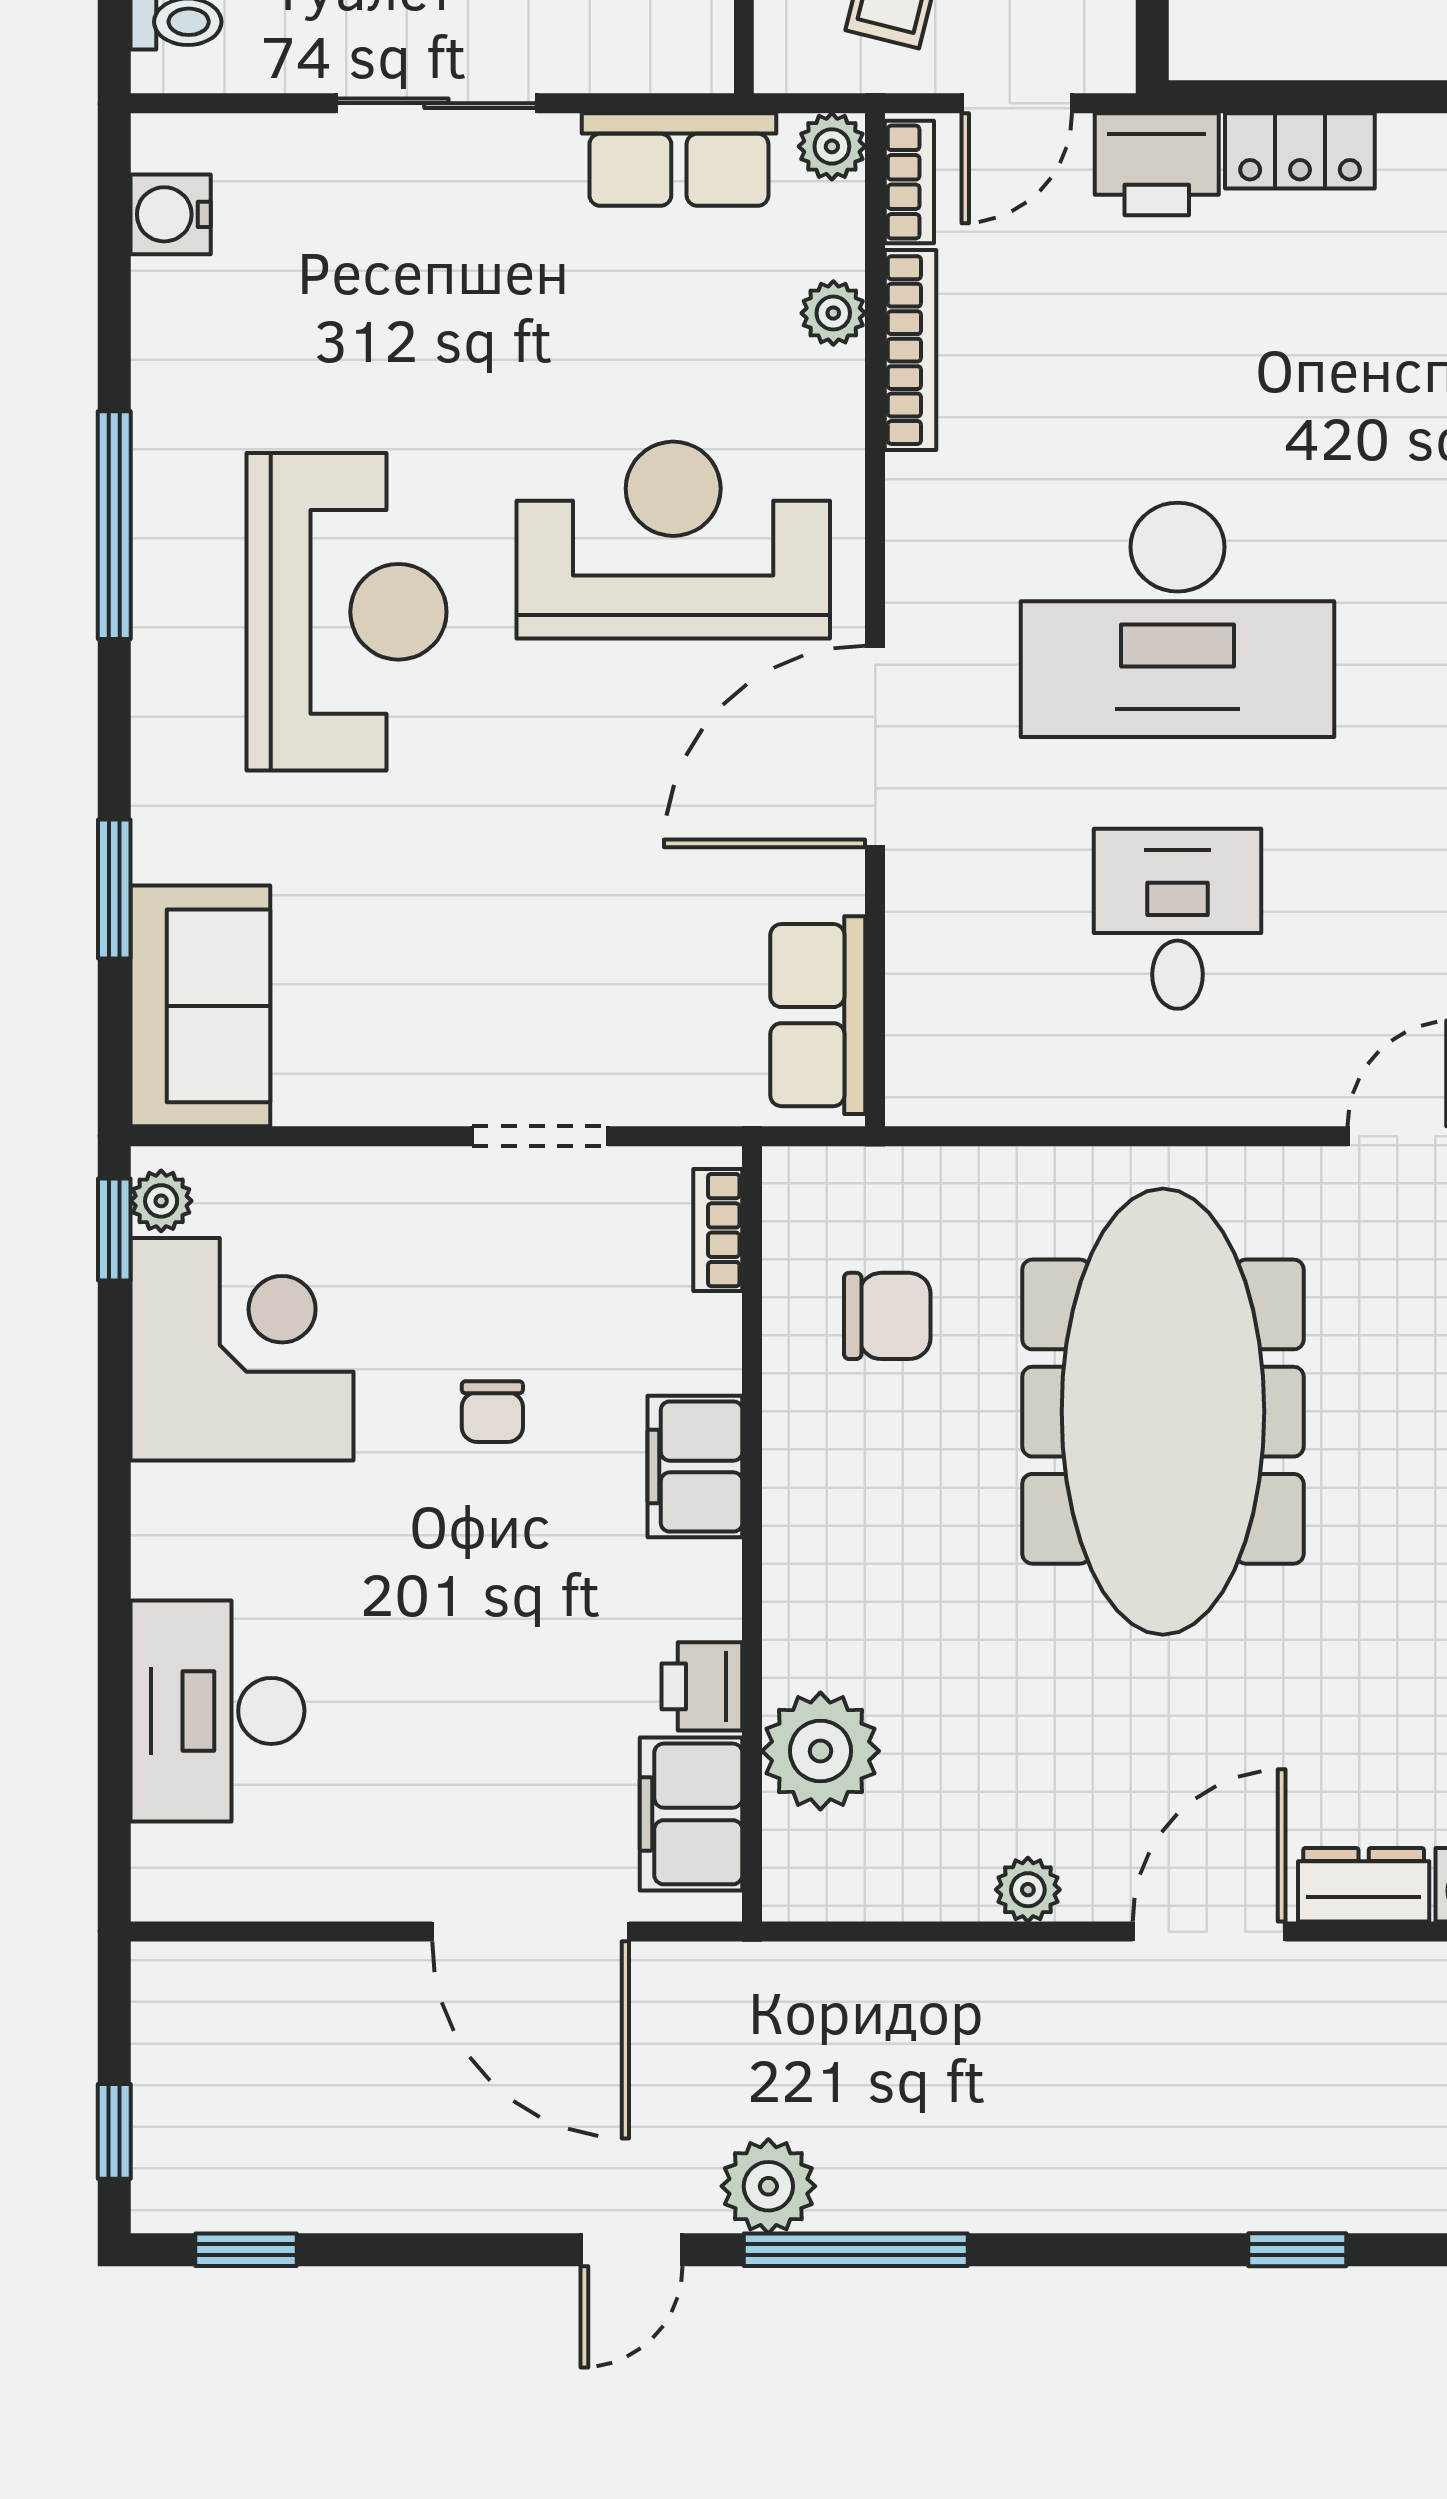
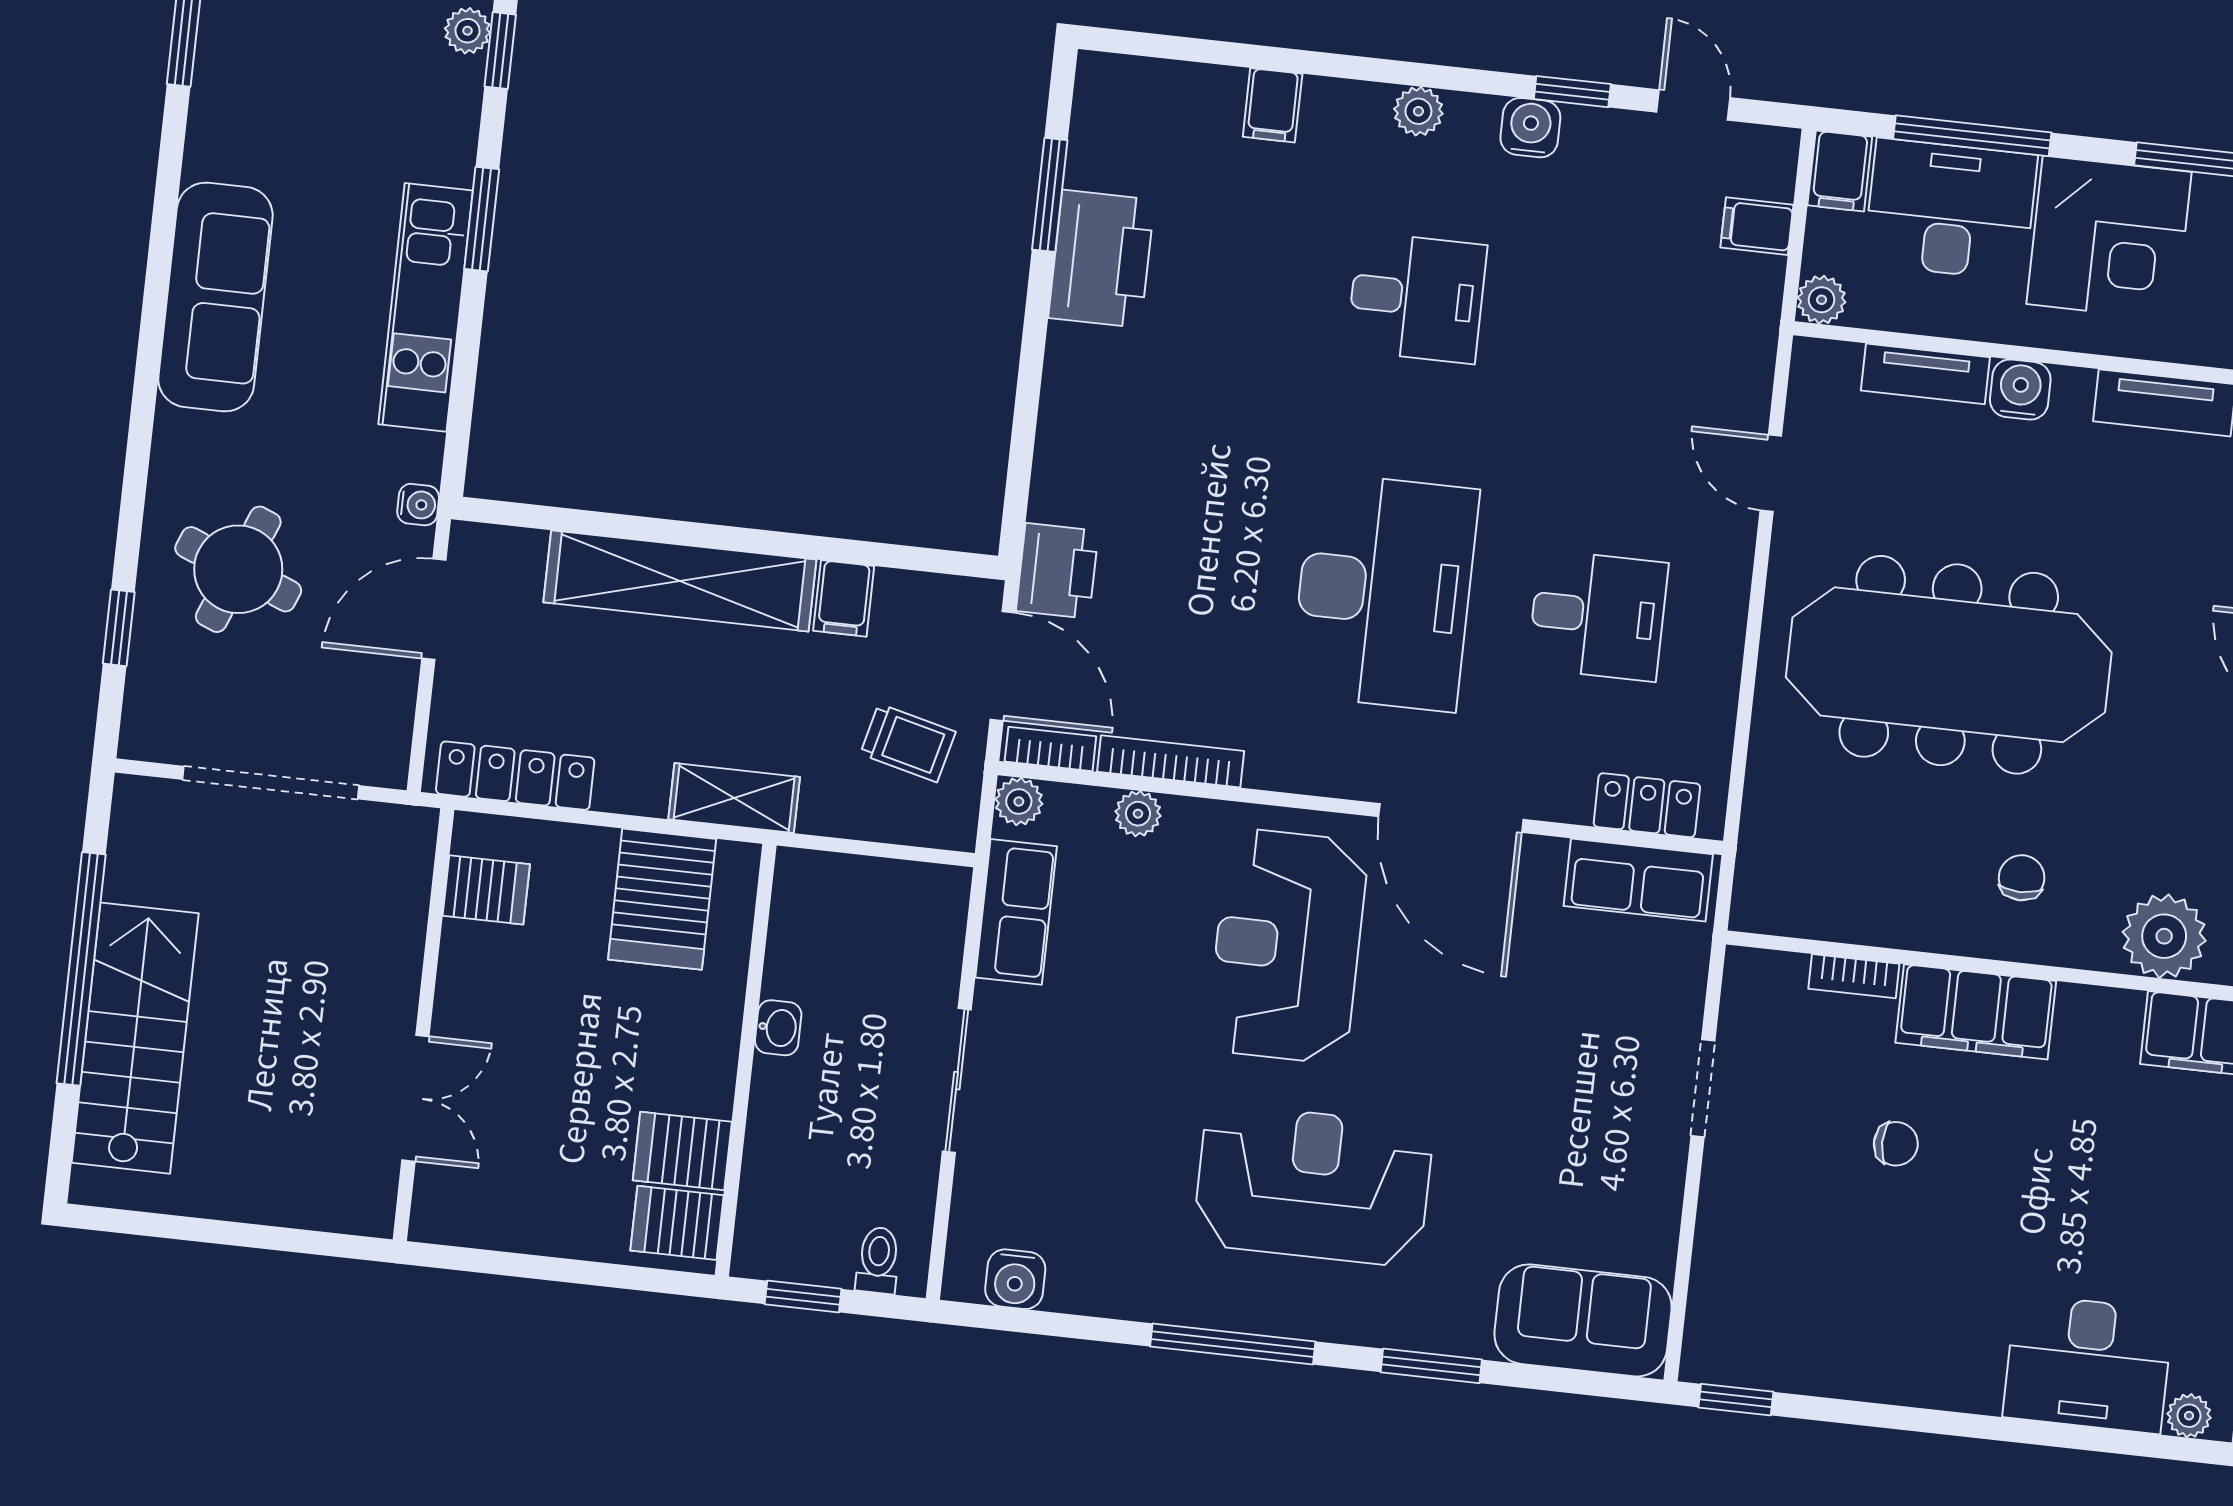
door: (1017, 103) -> (1003, 666), width x1.38
locker: (1300, 151) -> (1647, 805), moved, turned -90
window: (114, 889) -> (1431, 1366), moved
desk: (1177, 919) -> (1598, 616), turned 180
plant: (161, 1201) -> (2189, 1416), moved
bookcase: (718, 1230) -> (1854, 976), moved
chair: (887, 1316) -> (2022, 878), moved, width x0.73, depth x0.73
corner desk: (242, 1349) -> (1832, 1318), removed
filing cabinet: (695, 1466) -> (1976, 1012), width x1.50, depth x1.17
printer: (702, 1686) -> (2109, 1016), removed

